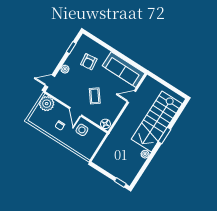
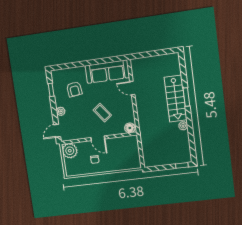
door: (131, 97) -> (132, 88), hinge flipped
stairs: (157, 122) -> (176, 99), width x0.73, depth x0.66
side table: (82, 130) -> (115, 148), removed

